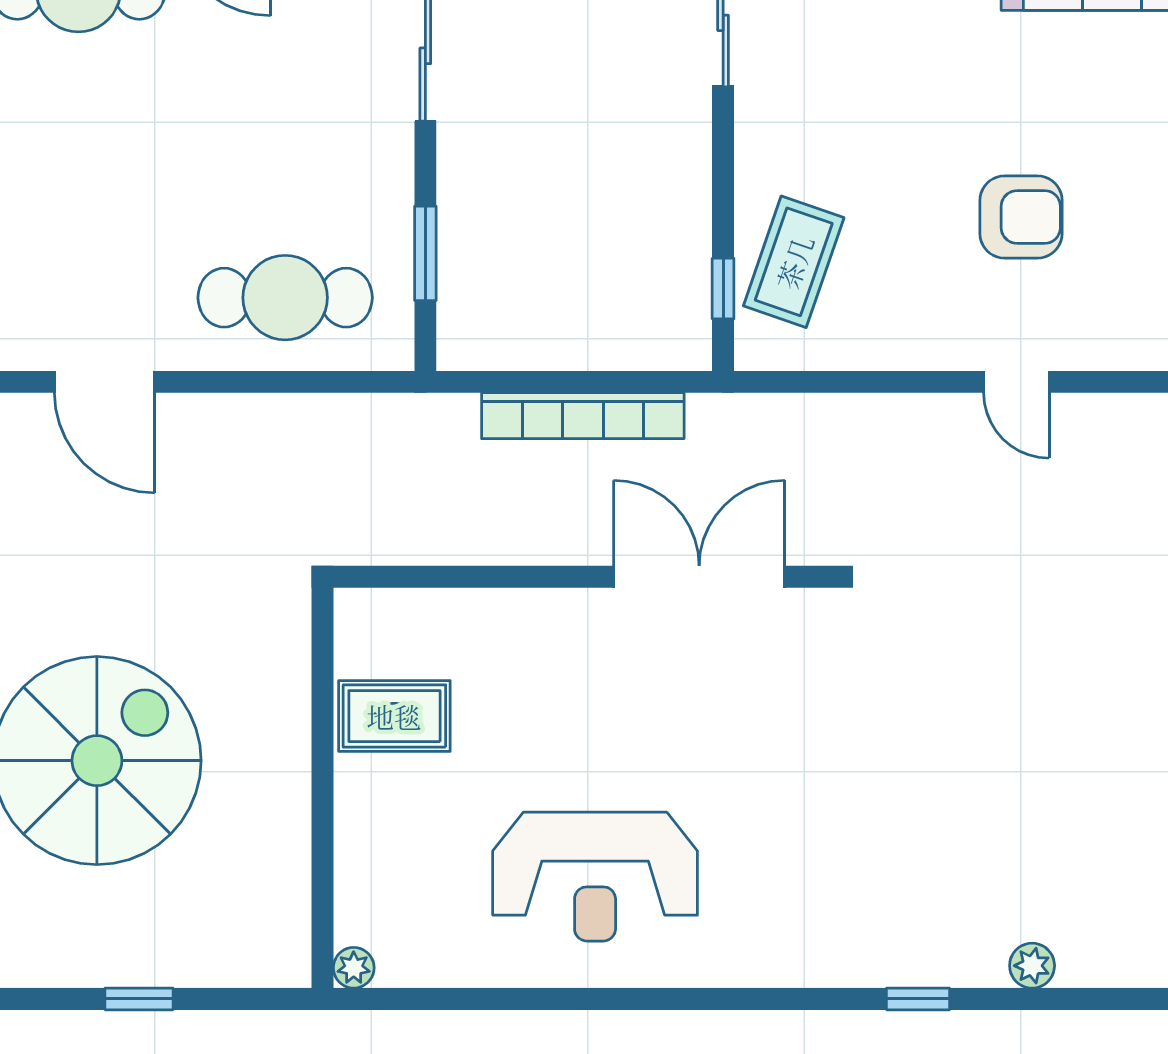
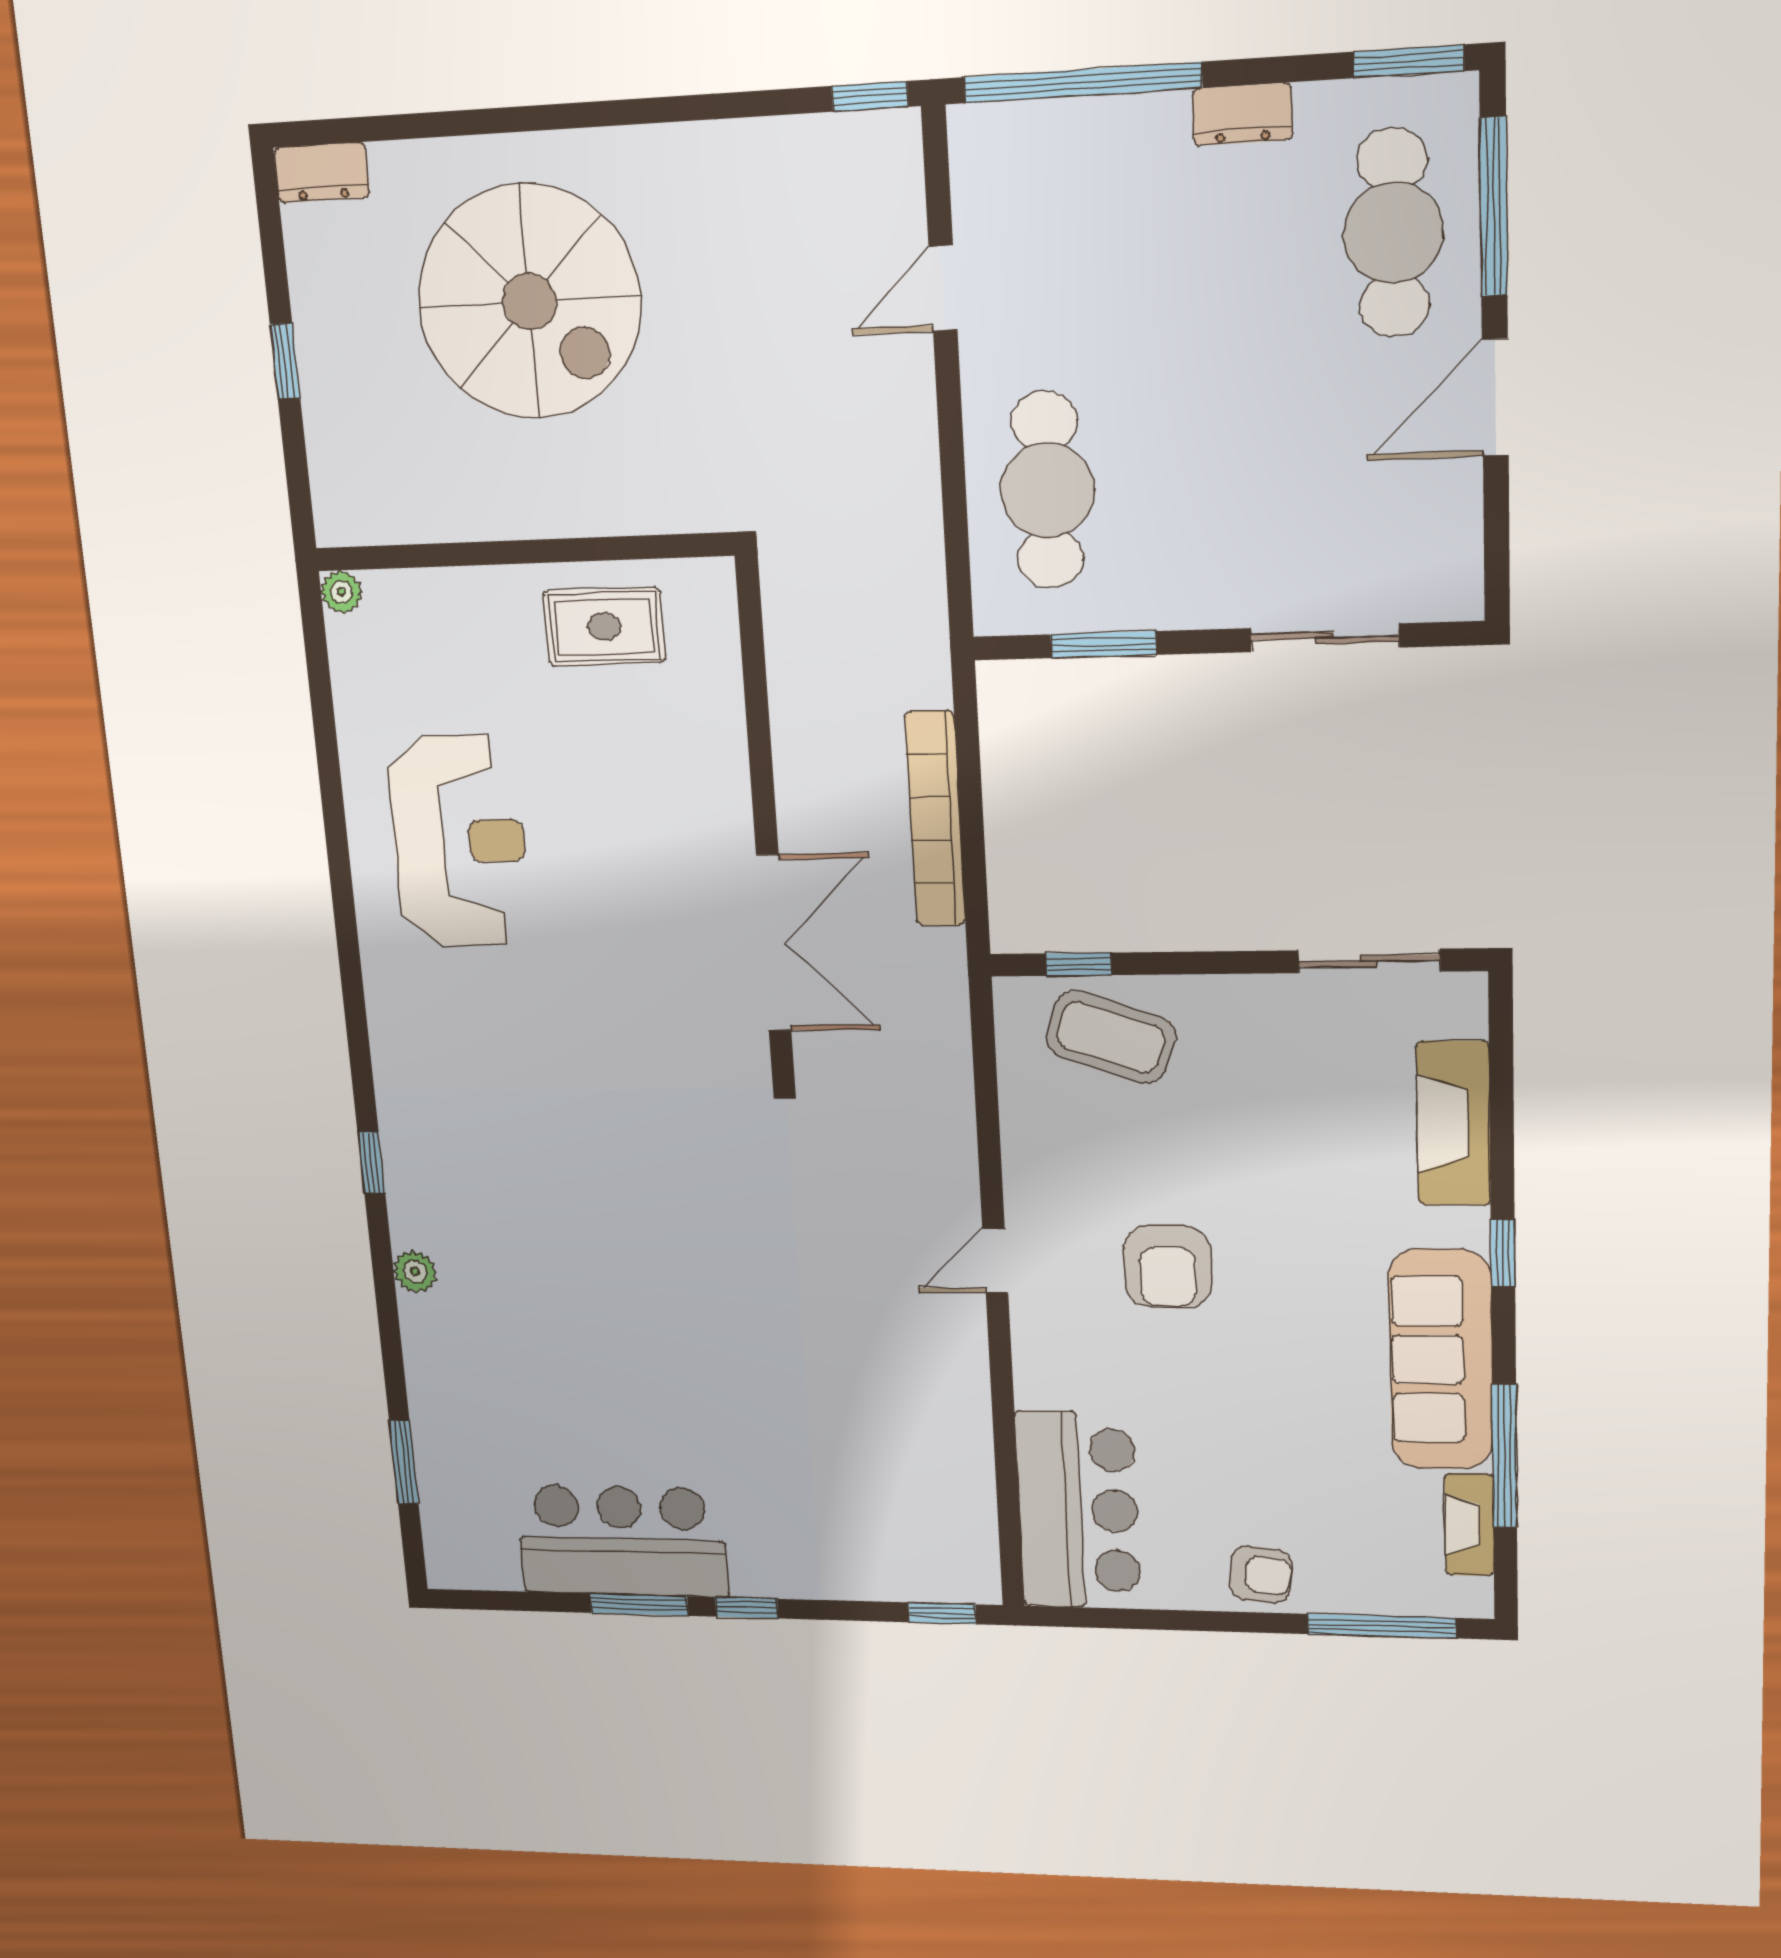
door: (105, 382) -> (943, 288), width x0.73
rug: (394, 716) -> (604, 627), turned 90
reception desk: (595, 877) -> (459, 841), turned 180

